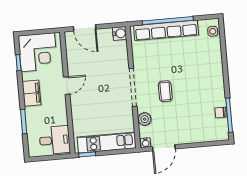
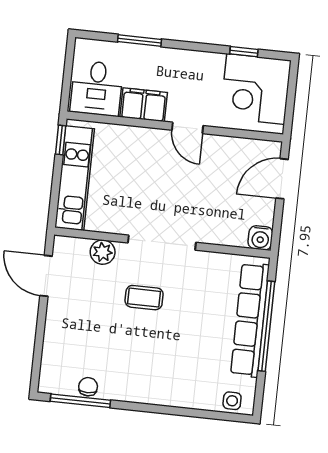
filing cabinet: (32, 93) -> (144, 105), moved, turned 180
water cooler: (146, 143) -> (61, 246), removed

